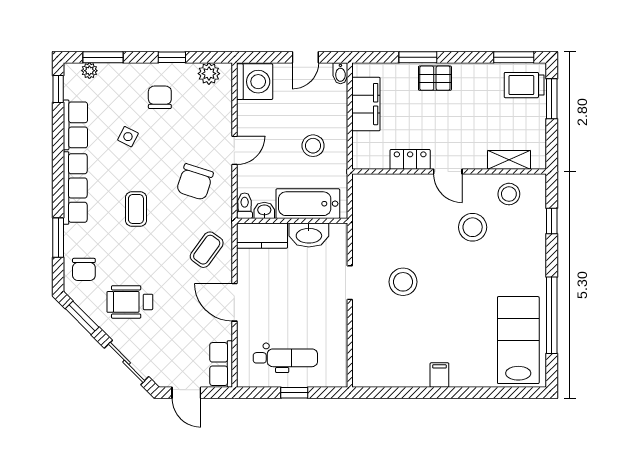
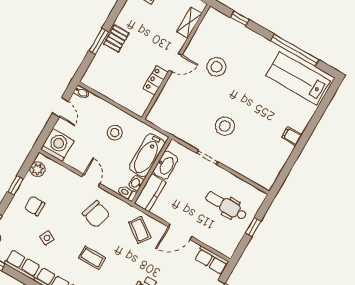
filing cabinet: (366, 104) -> (108, 88), removed
stool: (509, 194) -> (209, 34), removed
dental chair: (285, 358) -> (226, 206), moved, turned -90

